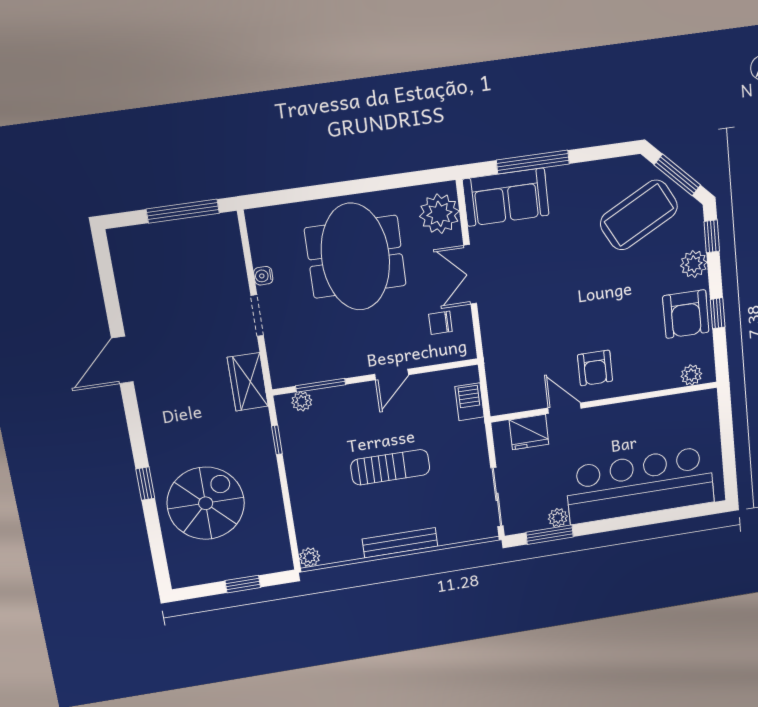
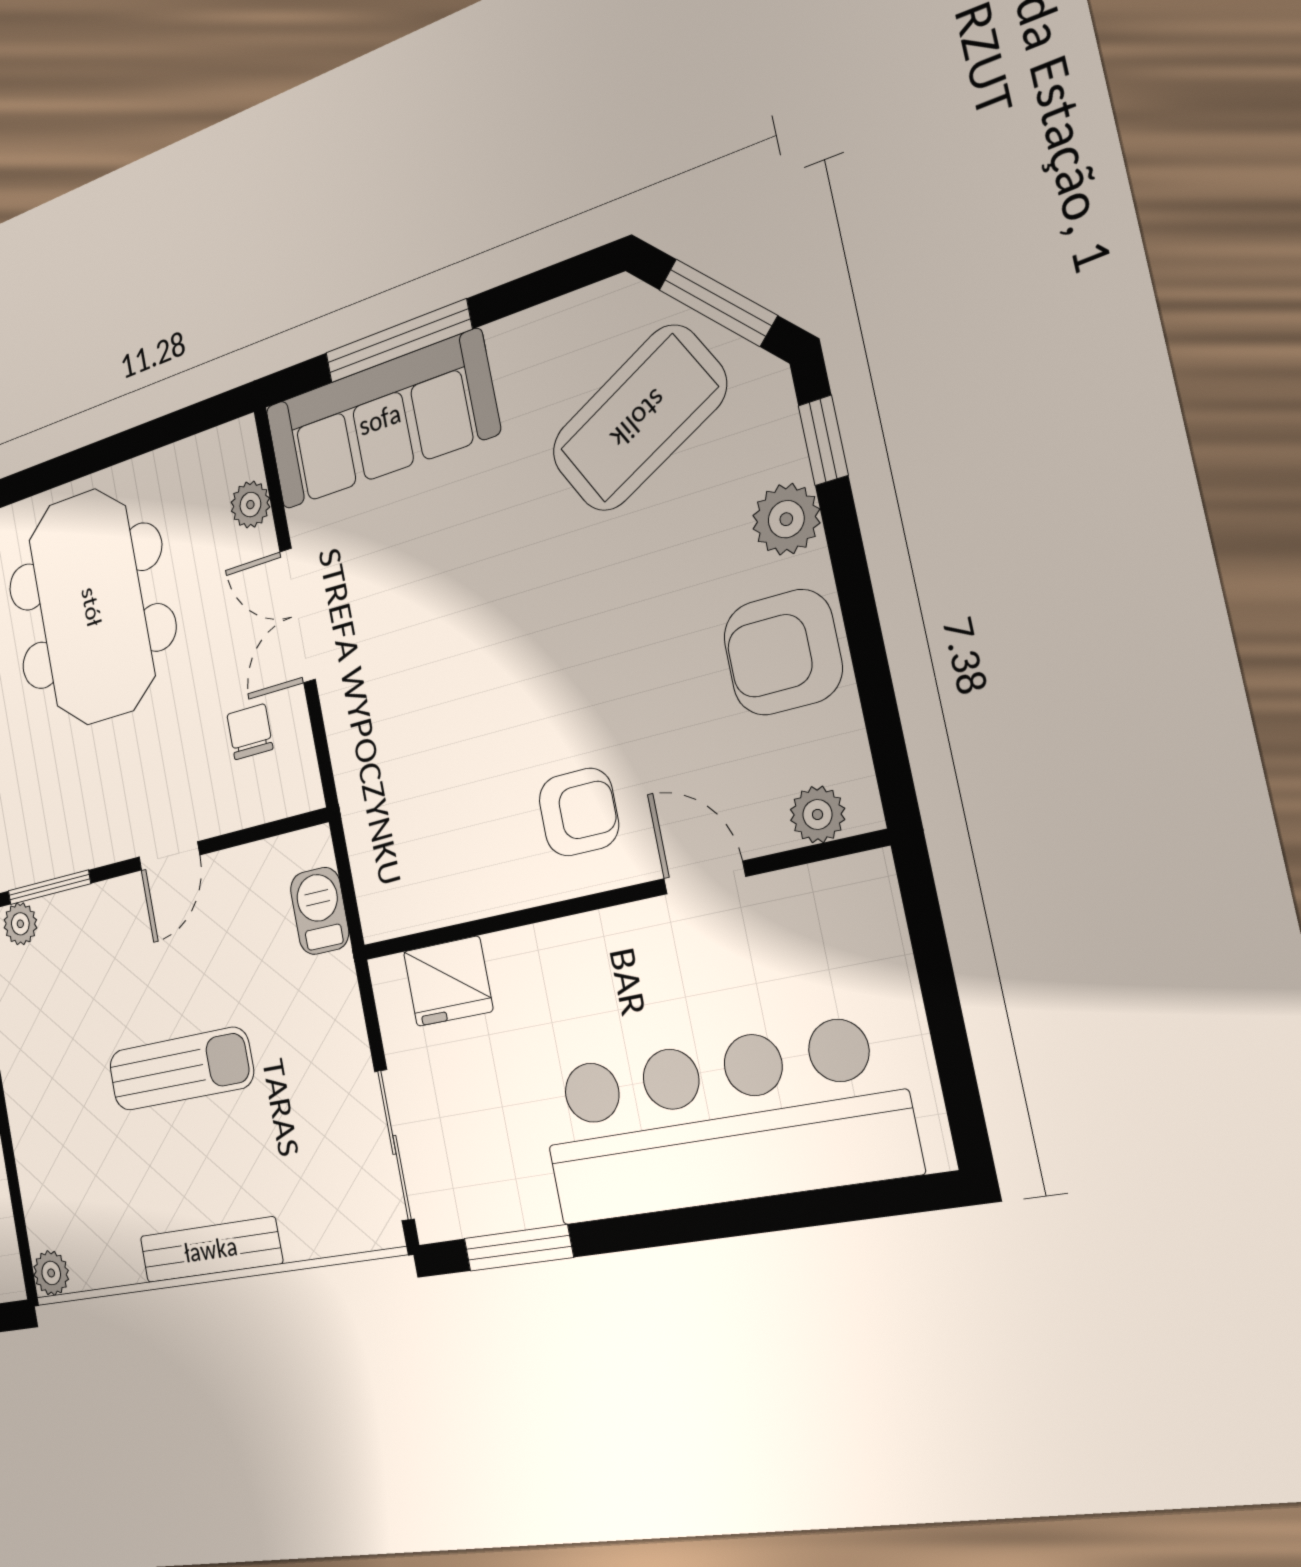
sofa: (506, 197) -> (380, 420), width x1.36
plant: (439, 214) -> (250, 505), width x0.53, depth x0.53
window: (718, 313) -> (865, 641), removed
armchair: (686, 314) -> (783, 652), turned 90
chair: (440, 323) -> (250, 732), turned 90
armchair: (595, 368) -> (579, 812), turned -90
door: (564, 408) -> (704, 878), moved
plant: (558, 518) -> (533, 1203), removed

